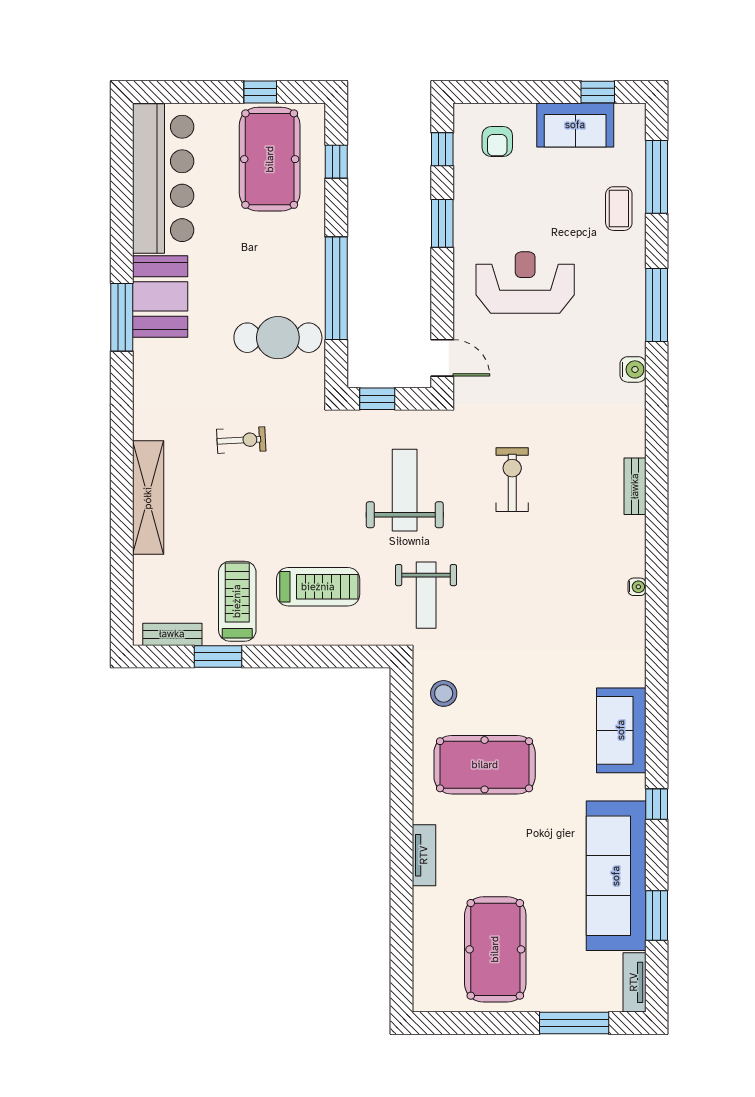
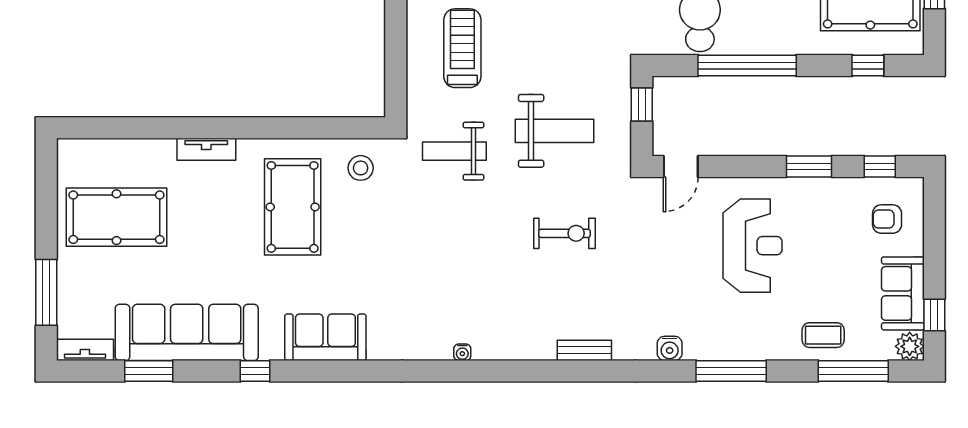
plant: (631, 118) -> (910, 346), added
bench: (635, 486) -> (584, 350), moved
treadmill: (318, 587) -> (462, 48), turned 180

